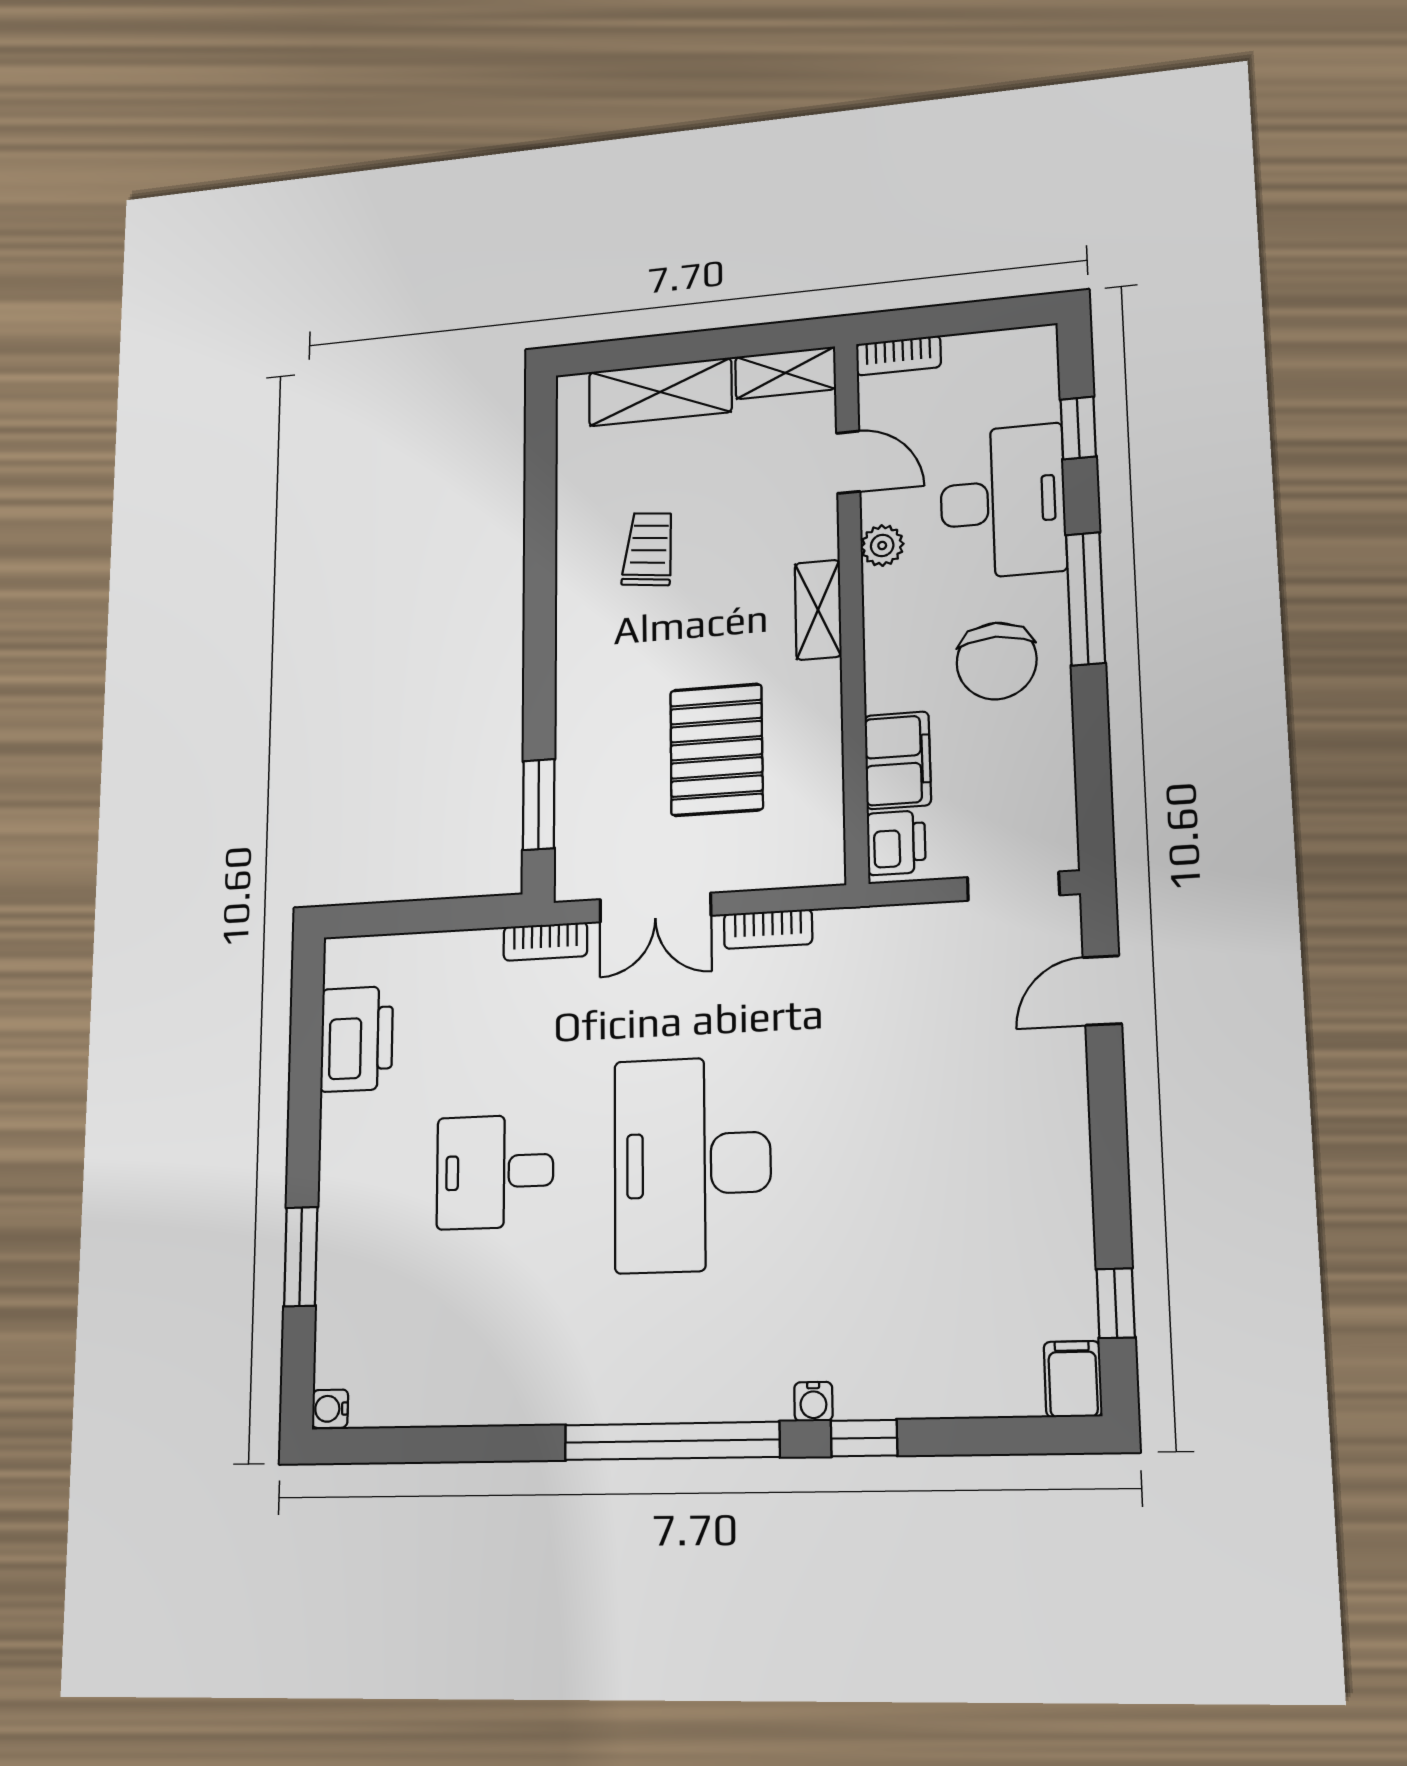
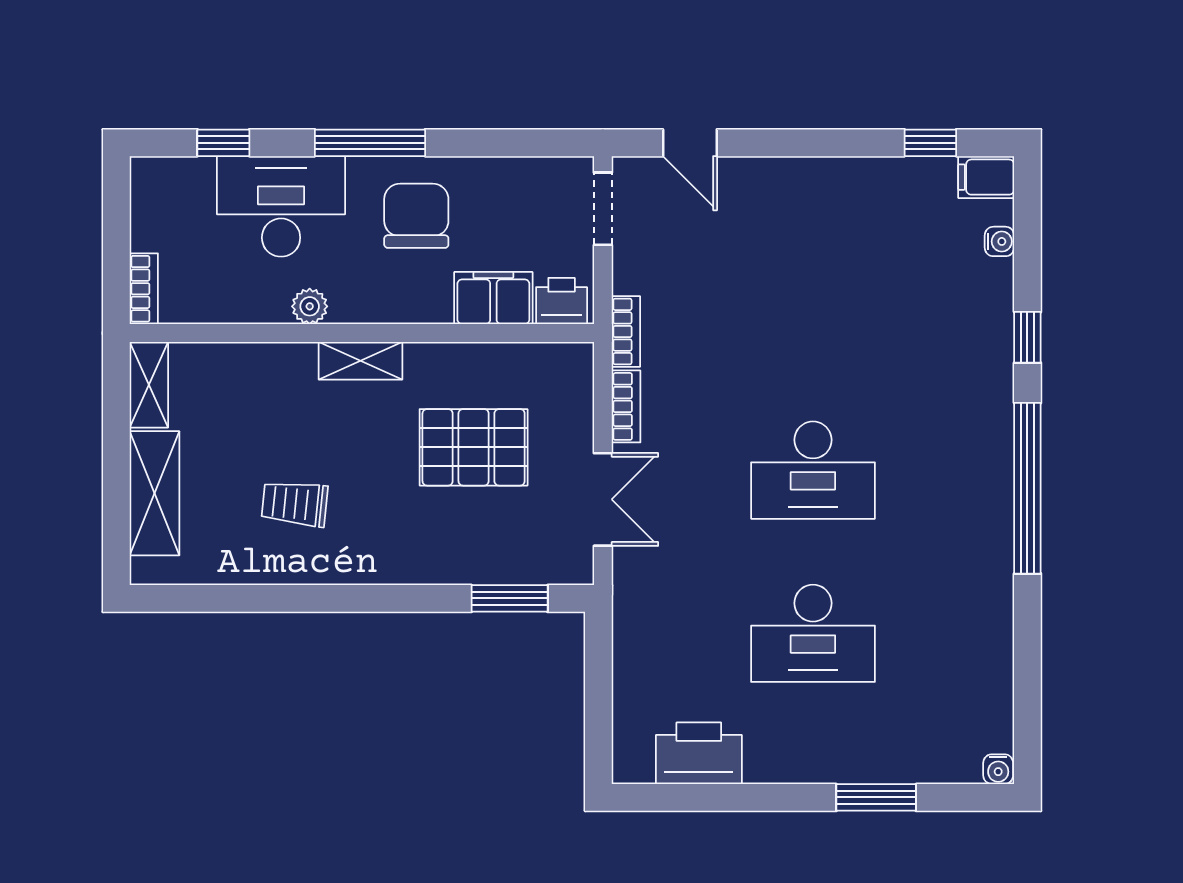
door: (848, 462) -> (234, 333), removed
chair: (997, 661) -> (416, 216), turned -90
bookcase: (545, 942) -> (626, 331), moved
desk: (692, 1164) -> (813, 470), width x0.73, depth x0.77
desk: (495, 1172) -> (813, 633), width x1.37
water cooler: (813, 1402) -> (999, 241), moved

